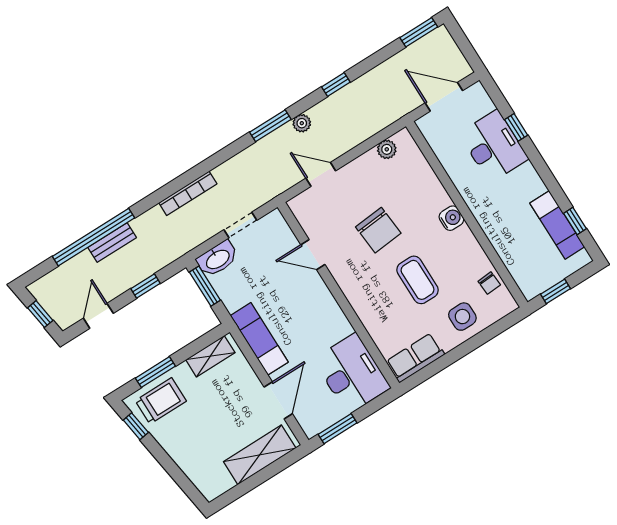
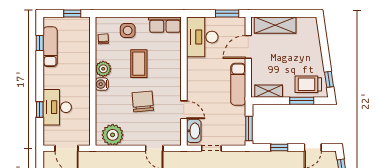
plant: (387, 149) -> (113, 135), width x1.87, depth x1.87
plant: (463, 241) -> (103, 69), added
washbasin: (217, 259) -> (194, 131), moved, turned 90

